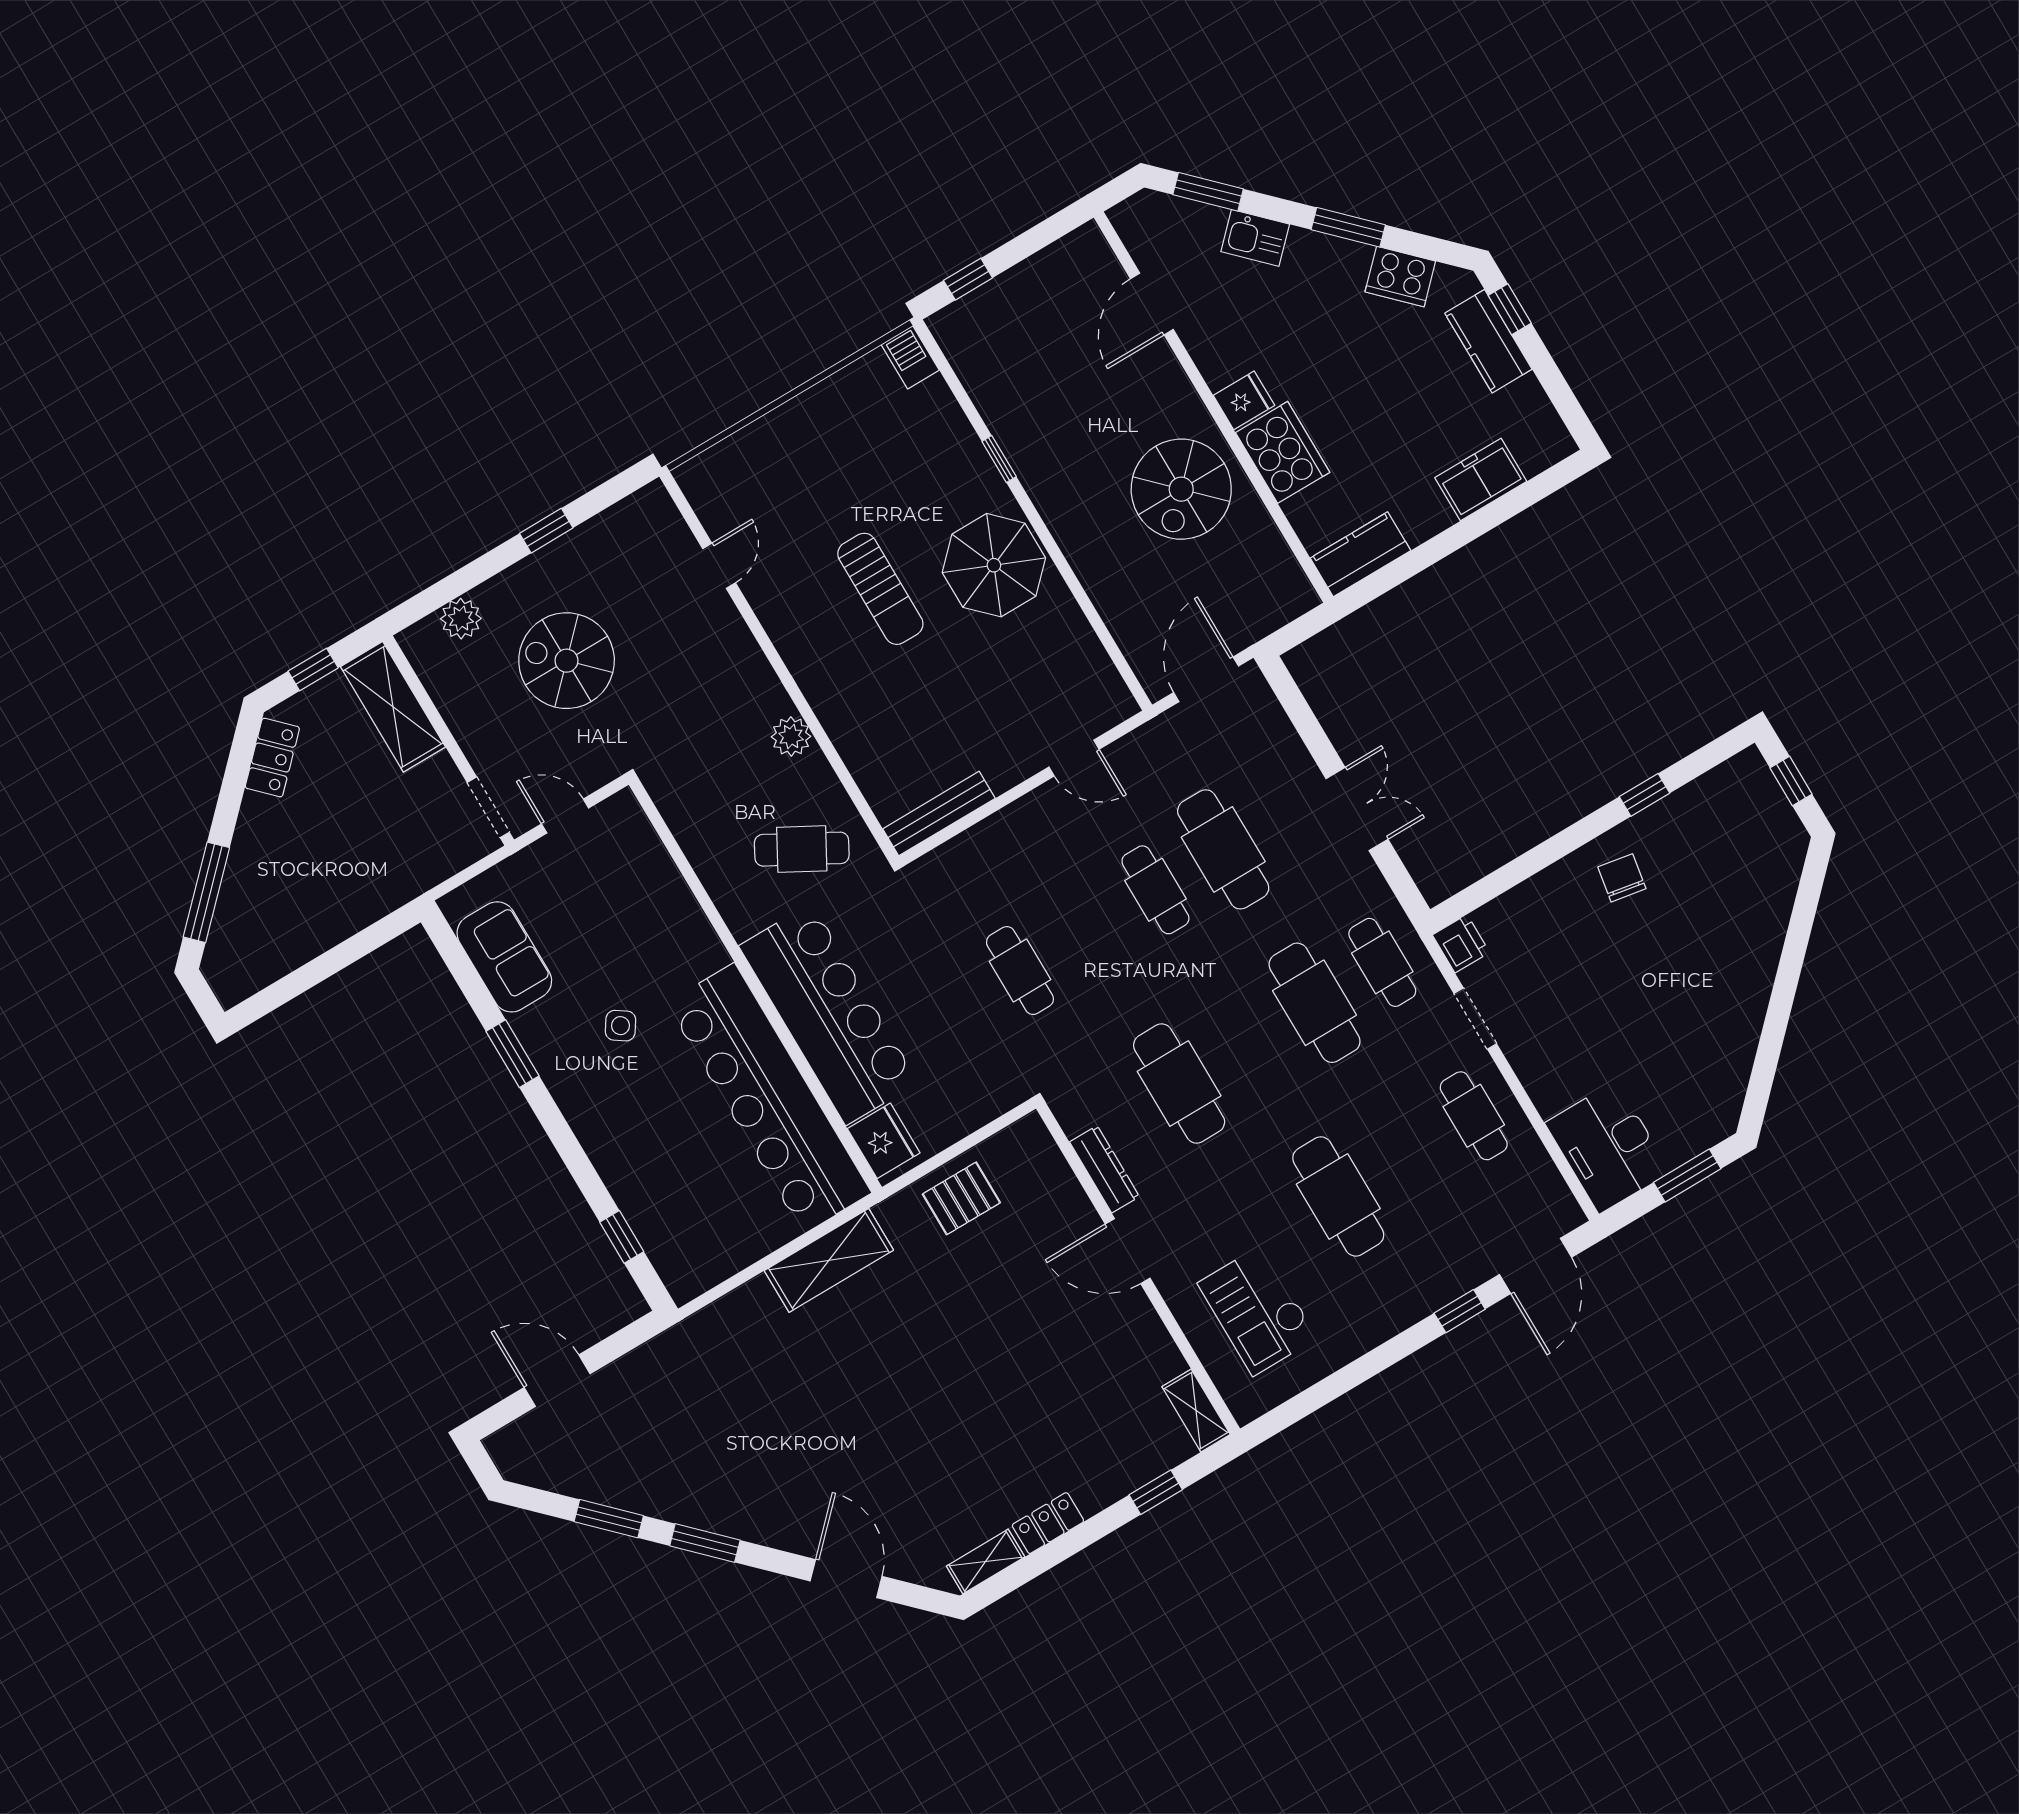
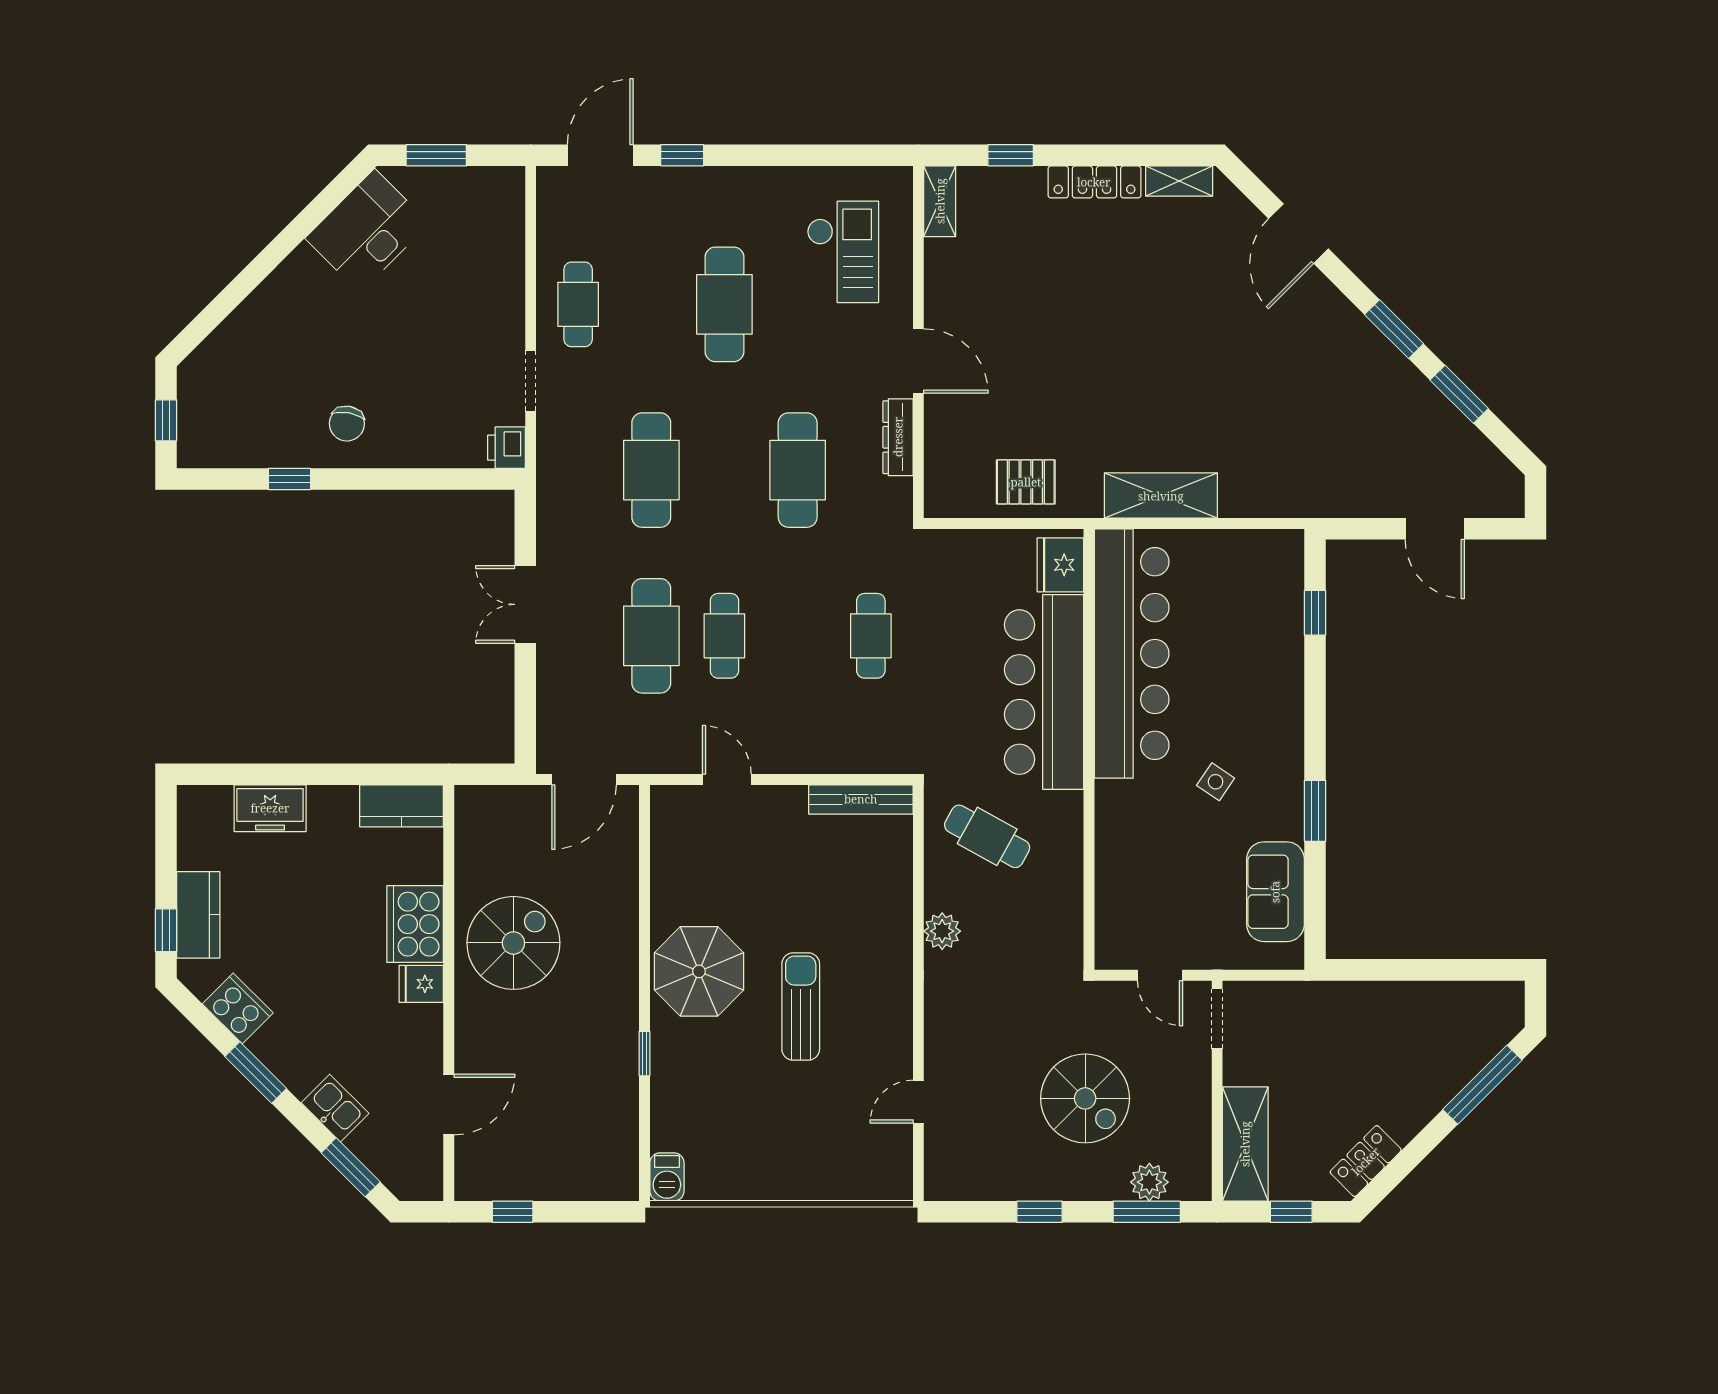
window: (968, 279) -> (513, 1212), moved
window: (447, 590) -> (1147, 1212), added
cafe table: (1382, 962) -> (578, 470), removed
desk: (1608, 1147) -> (367, 231), moved, turned -135
locker: (1048, 1523) -> (1094, 182), width x1.53

